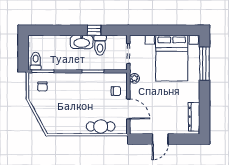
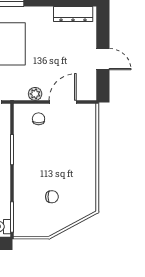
plant: (134, 78) -> (35, 94), moved
chair: (42, 87) -> (52, 197), moved
cafe table: (101, 126) -> (86, 139), removed

